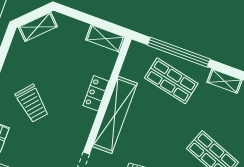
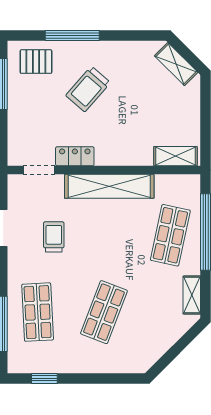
shelving: (105, 38) -> (175, 156), moved, turned 90
locker: (96, 93) -> (75, 156), moved

